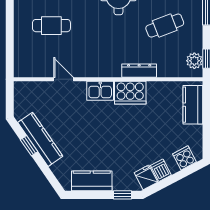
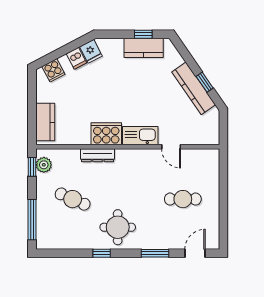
cafe table: (165, 26) -> (73, 199), turned 45
kitchen sink: (100, 91) -> (140, 136), width x1.38
window: (122, 195) -> (143, 34), moved

